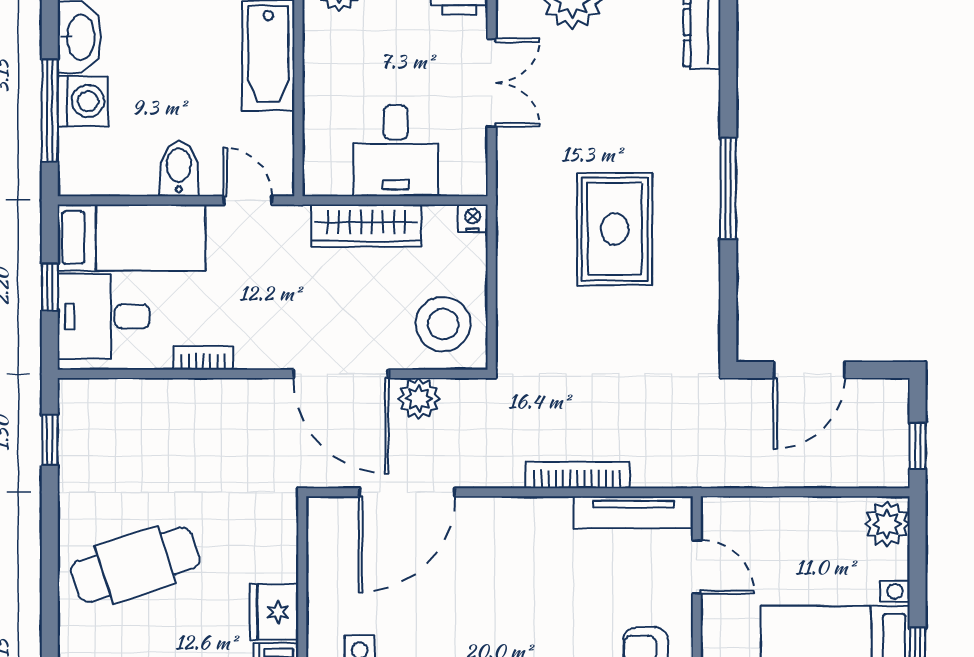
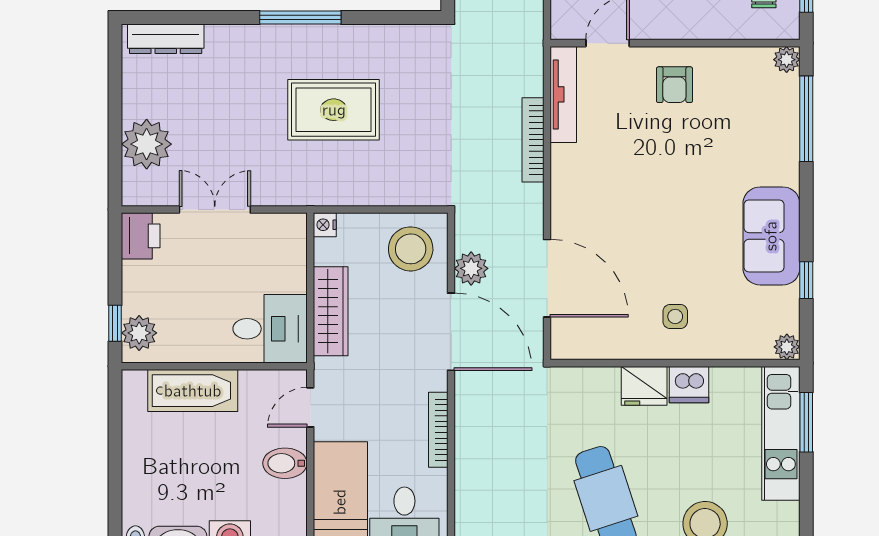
desk: (396, 151) -> (270, 329), moved
bookcase: (203, 358) -> (438, 430), width x1.56
door: (341, 374) -> (451, 332), hinge flipped

